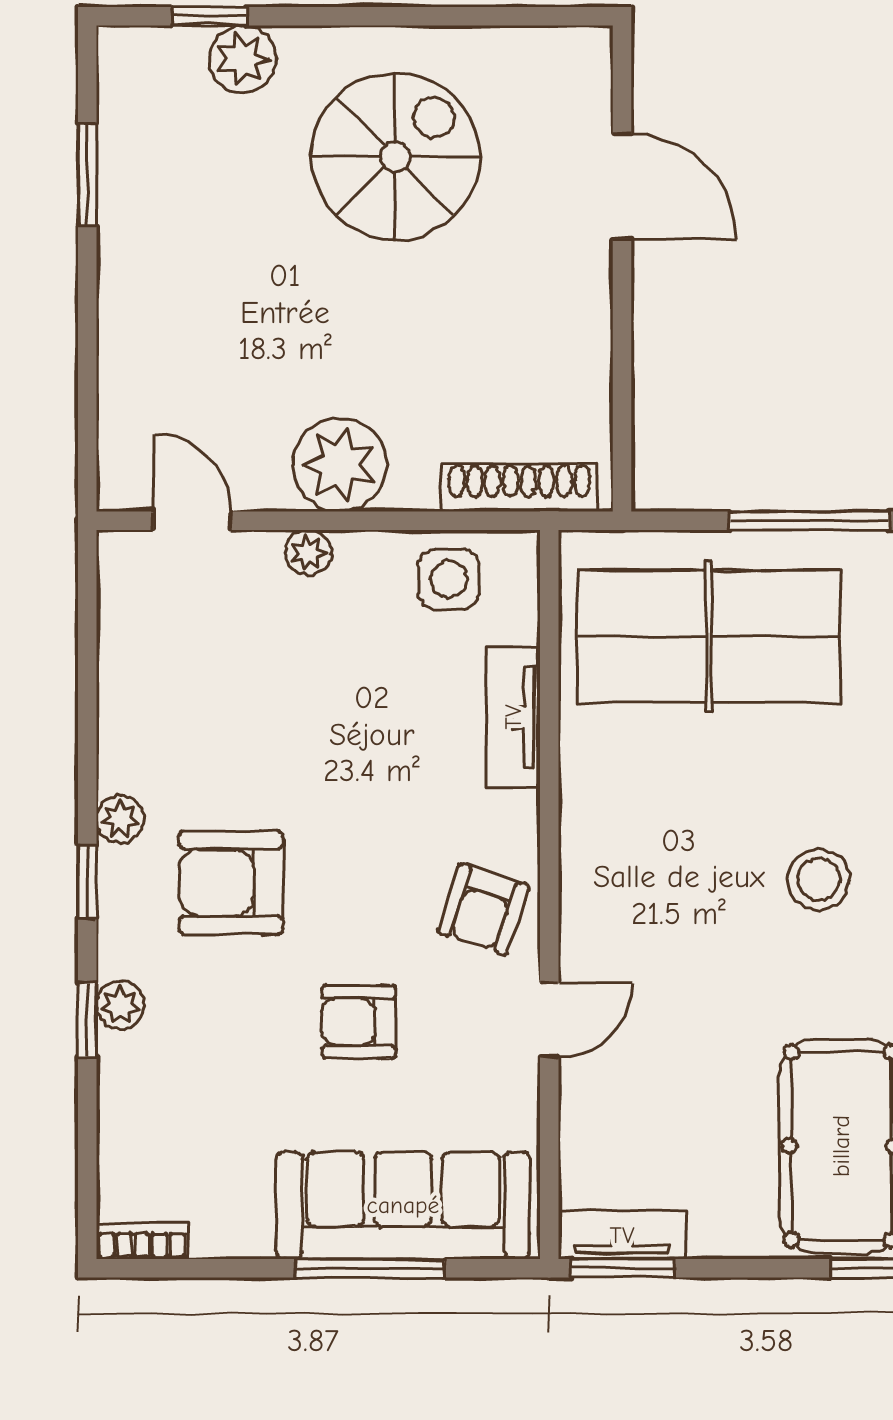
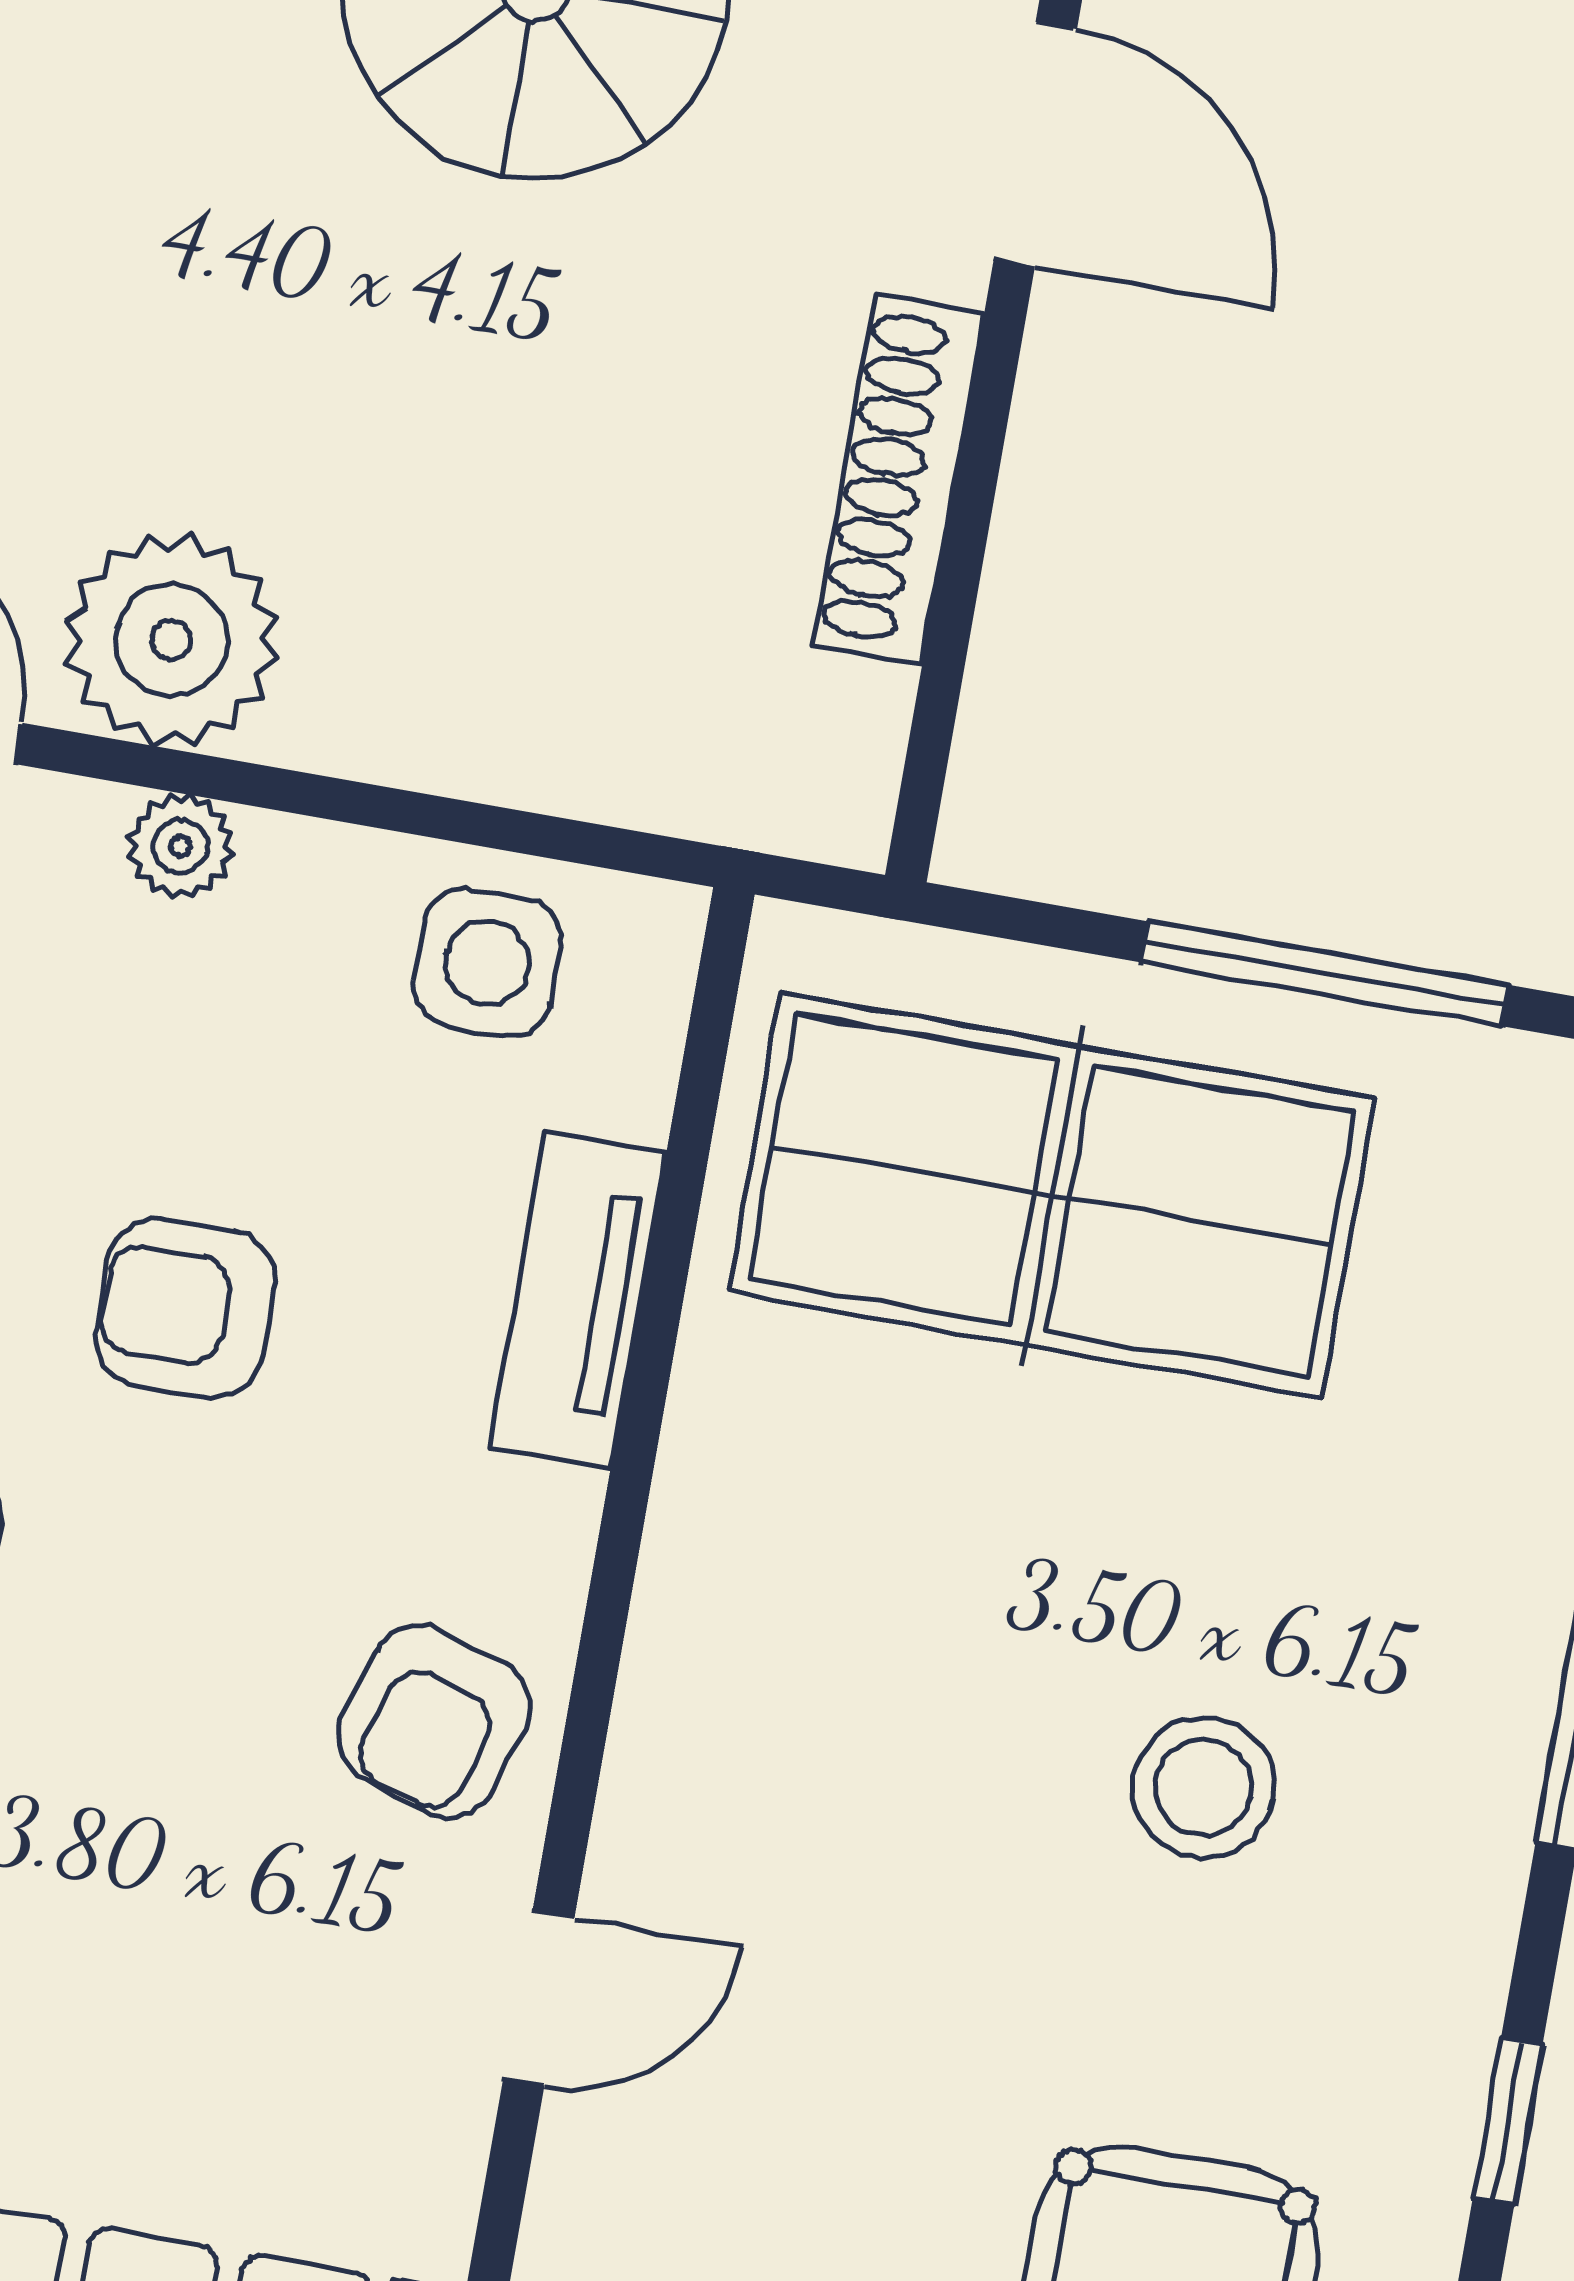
plant: (340, 465) -> (171, 640), moved
shoe rack: (519, 487) -> (899, 480), moved, turned -90
armchair: (359, 1022) -> (185, 1308), moved

